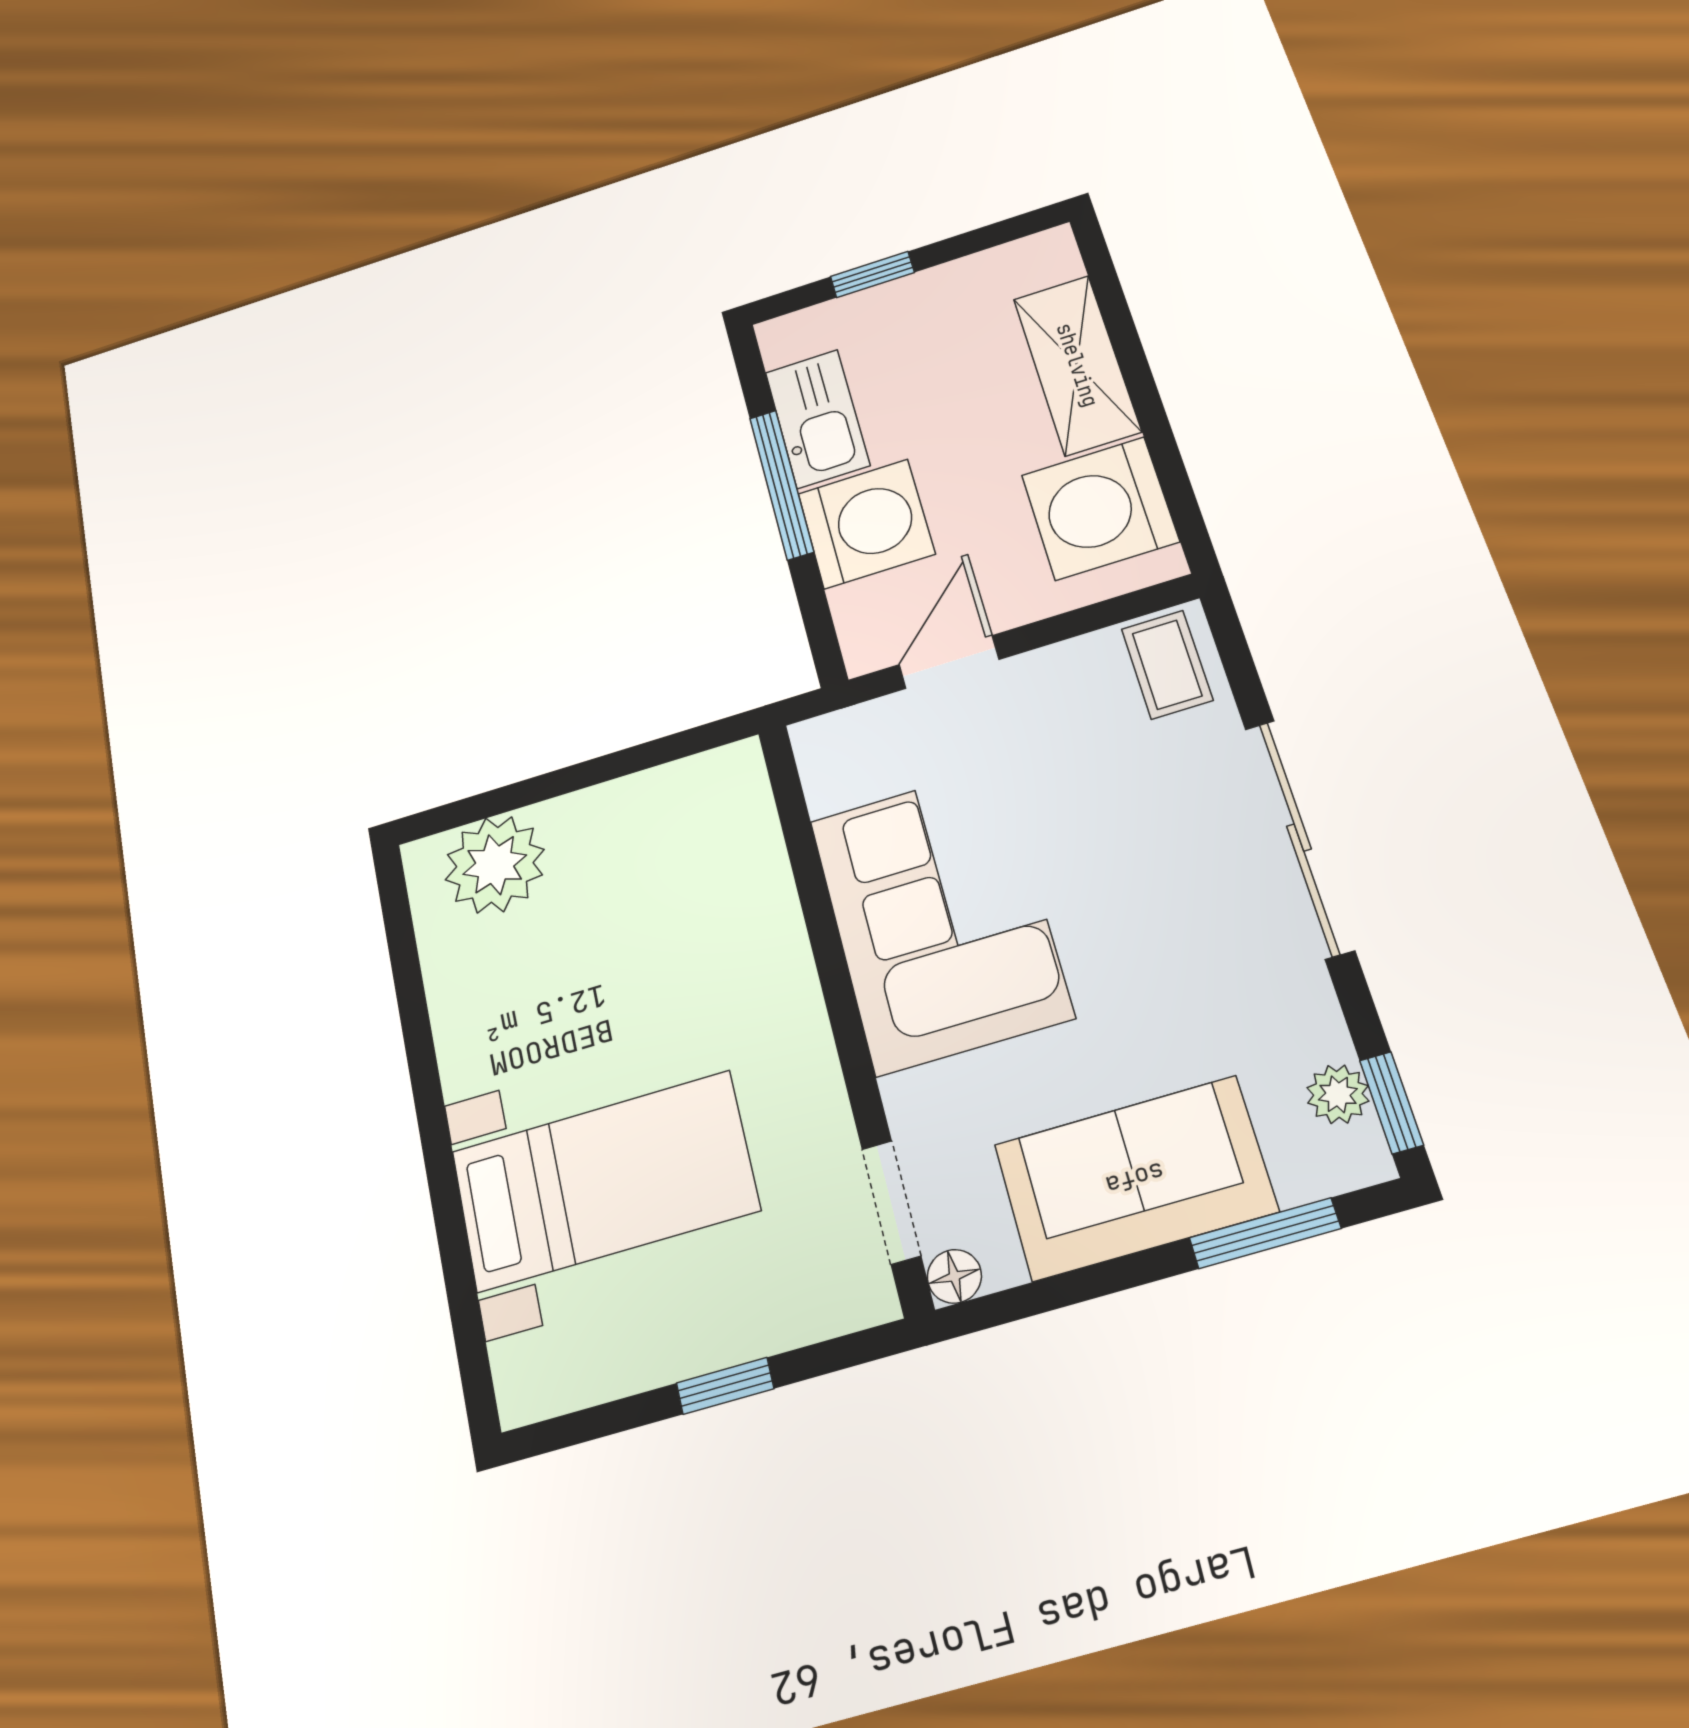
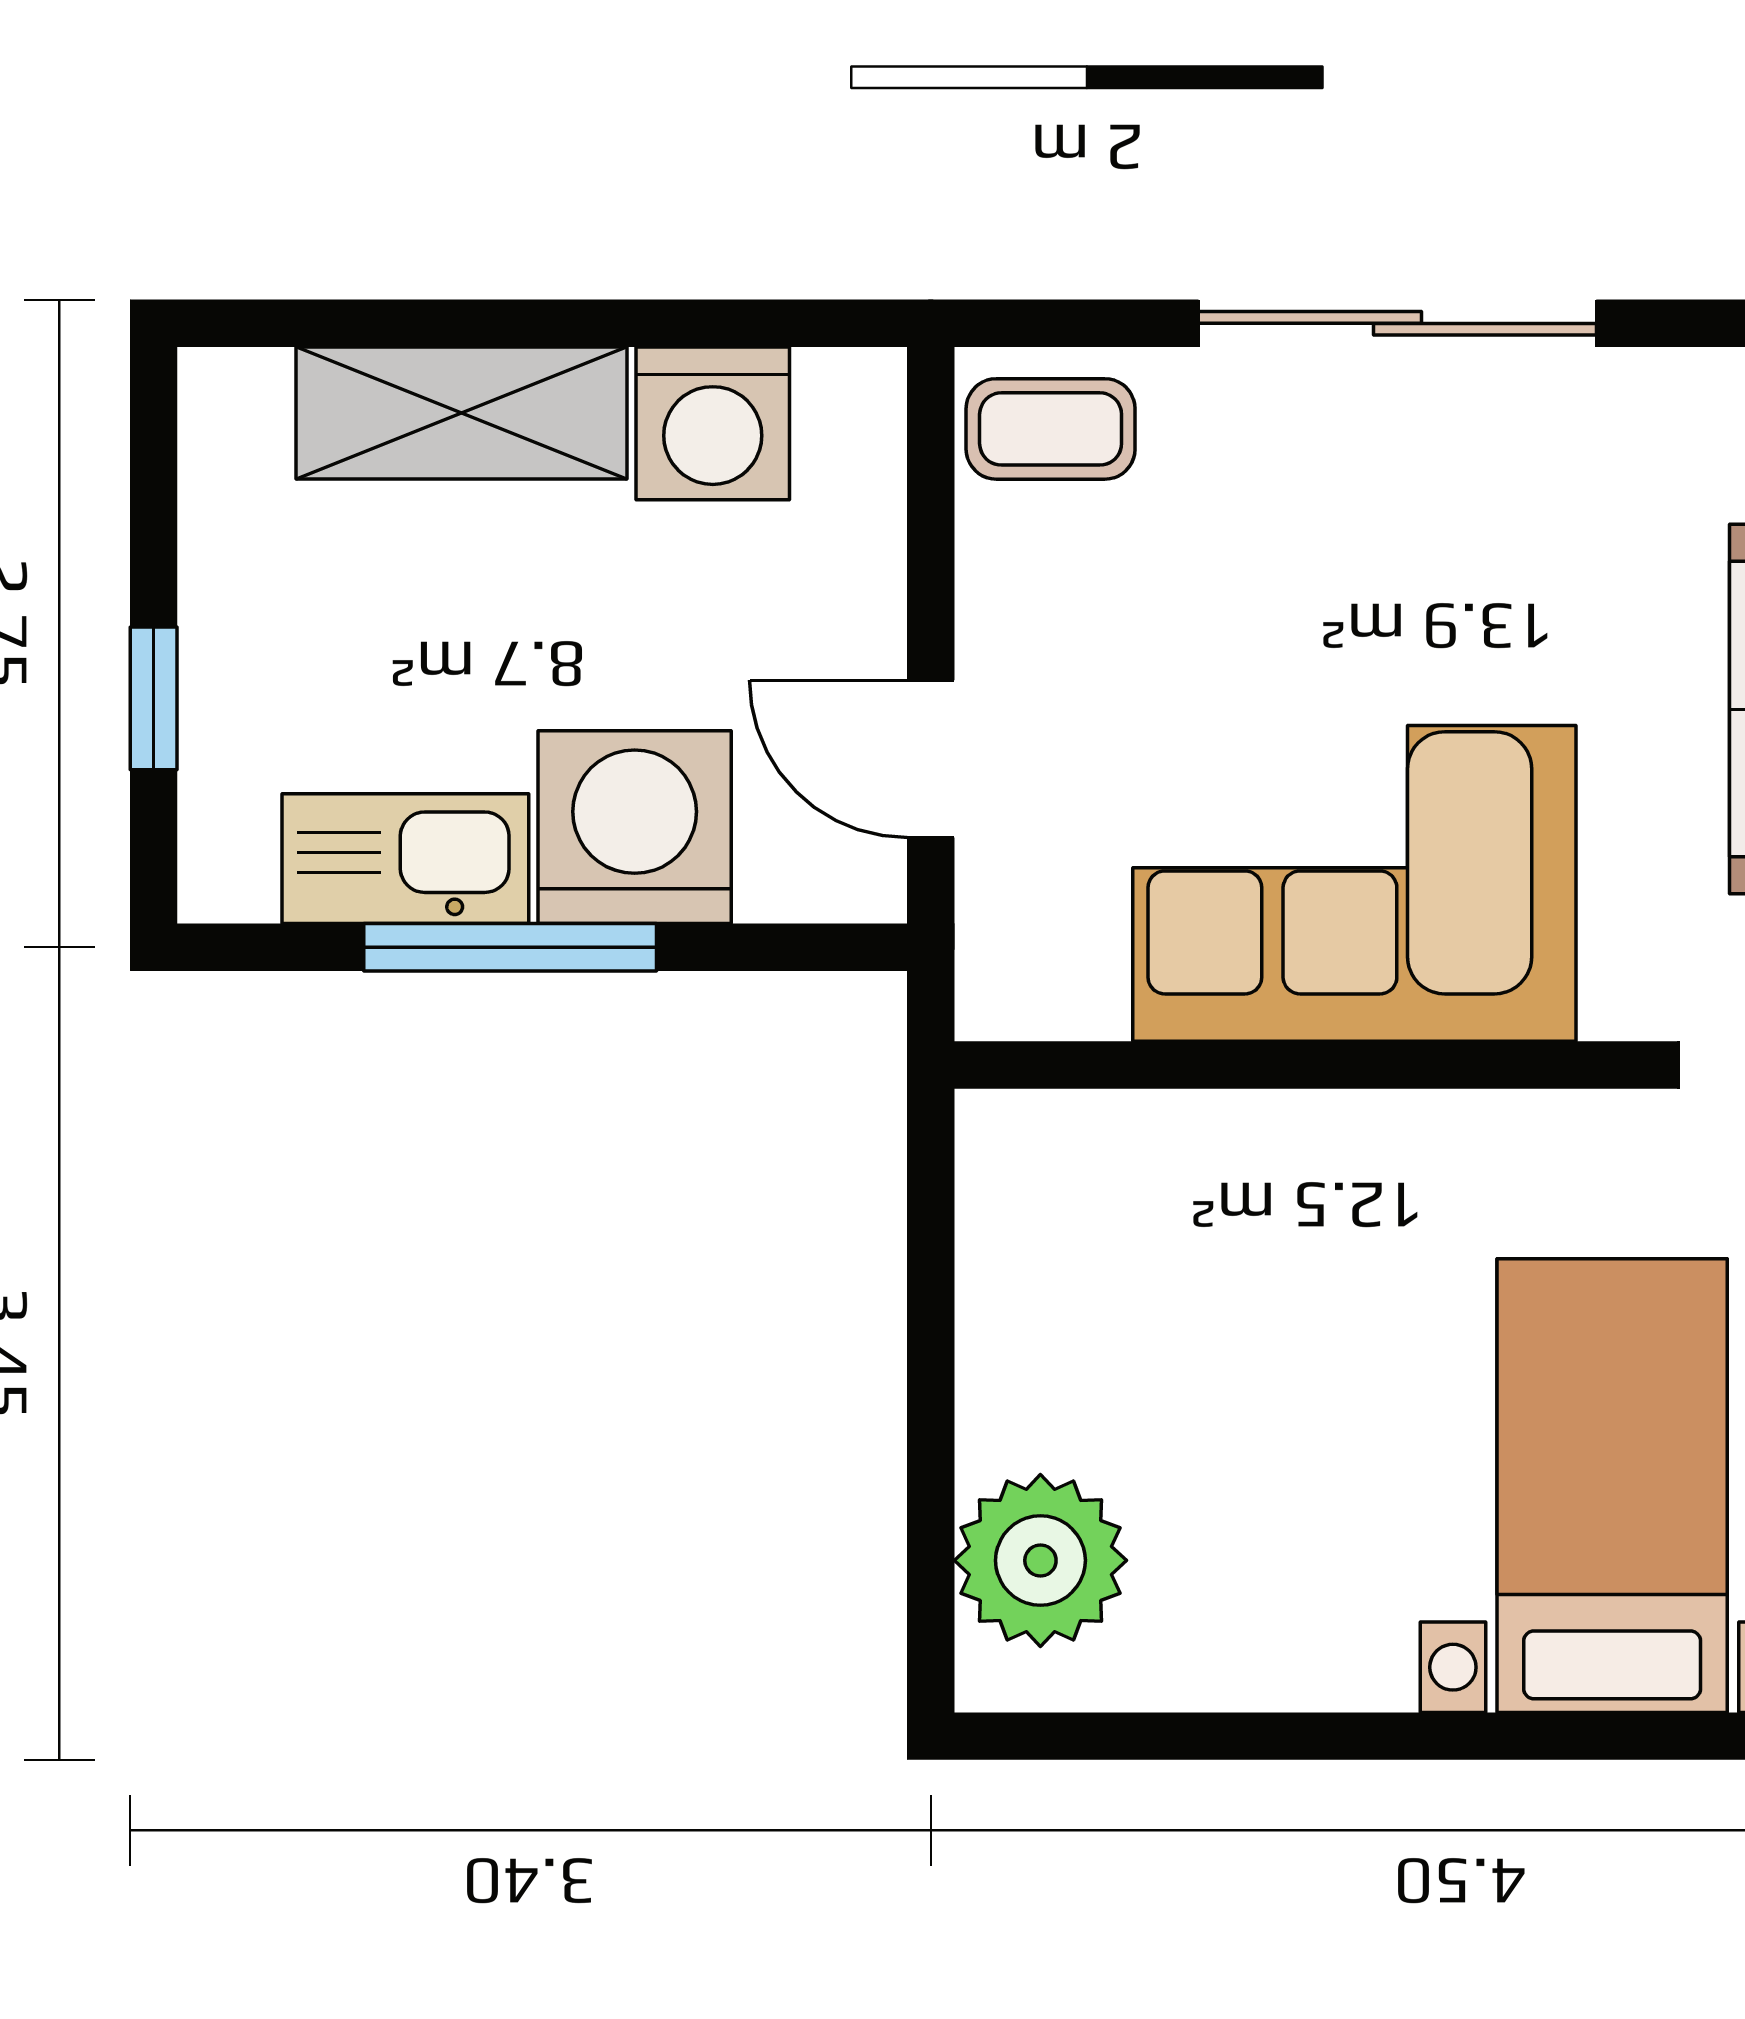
washing machine: (1100, 508) -> (713, 423), width x0.73, depth x0.73

